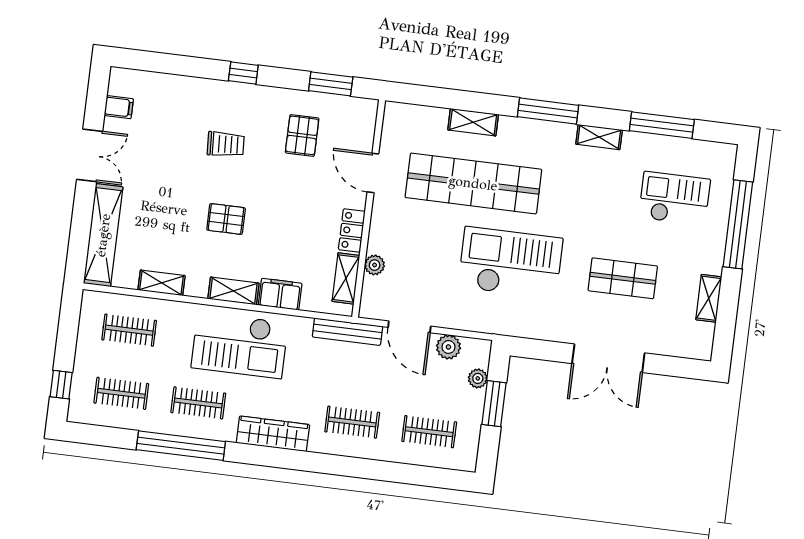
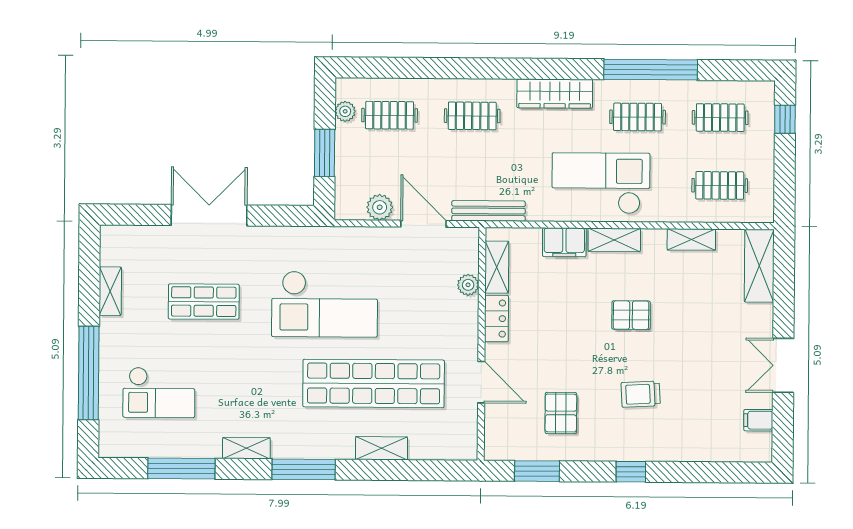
shelving: (103, 235) -> (759, 266), width x0.68
plant: (478, 378) -> (345, 111), moved

